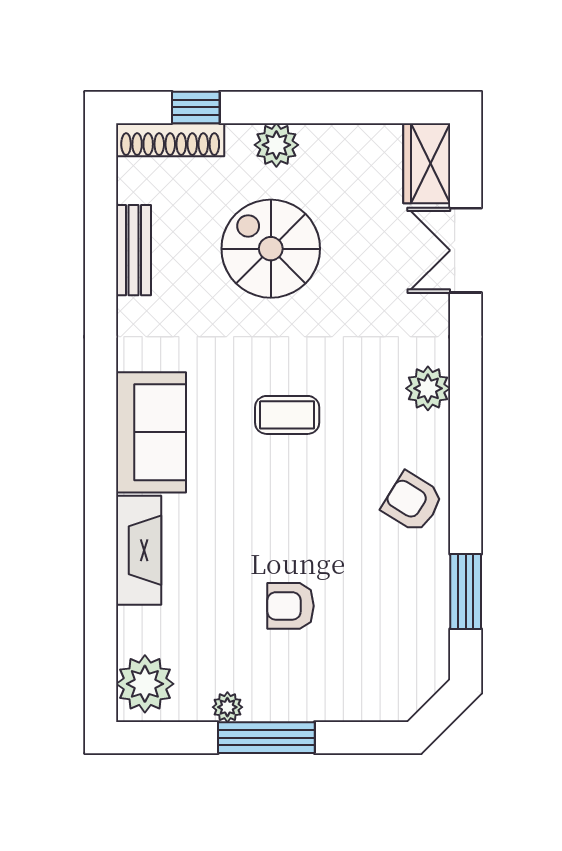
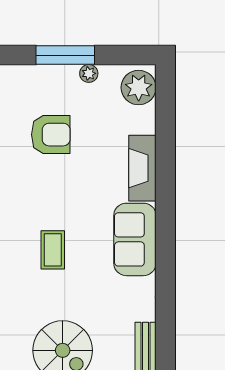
coffee table: (287, 415) -> (53, 250), turned 90
armchair: (290, 606) -> (51, 135), width x1.38, depth x1.38

